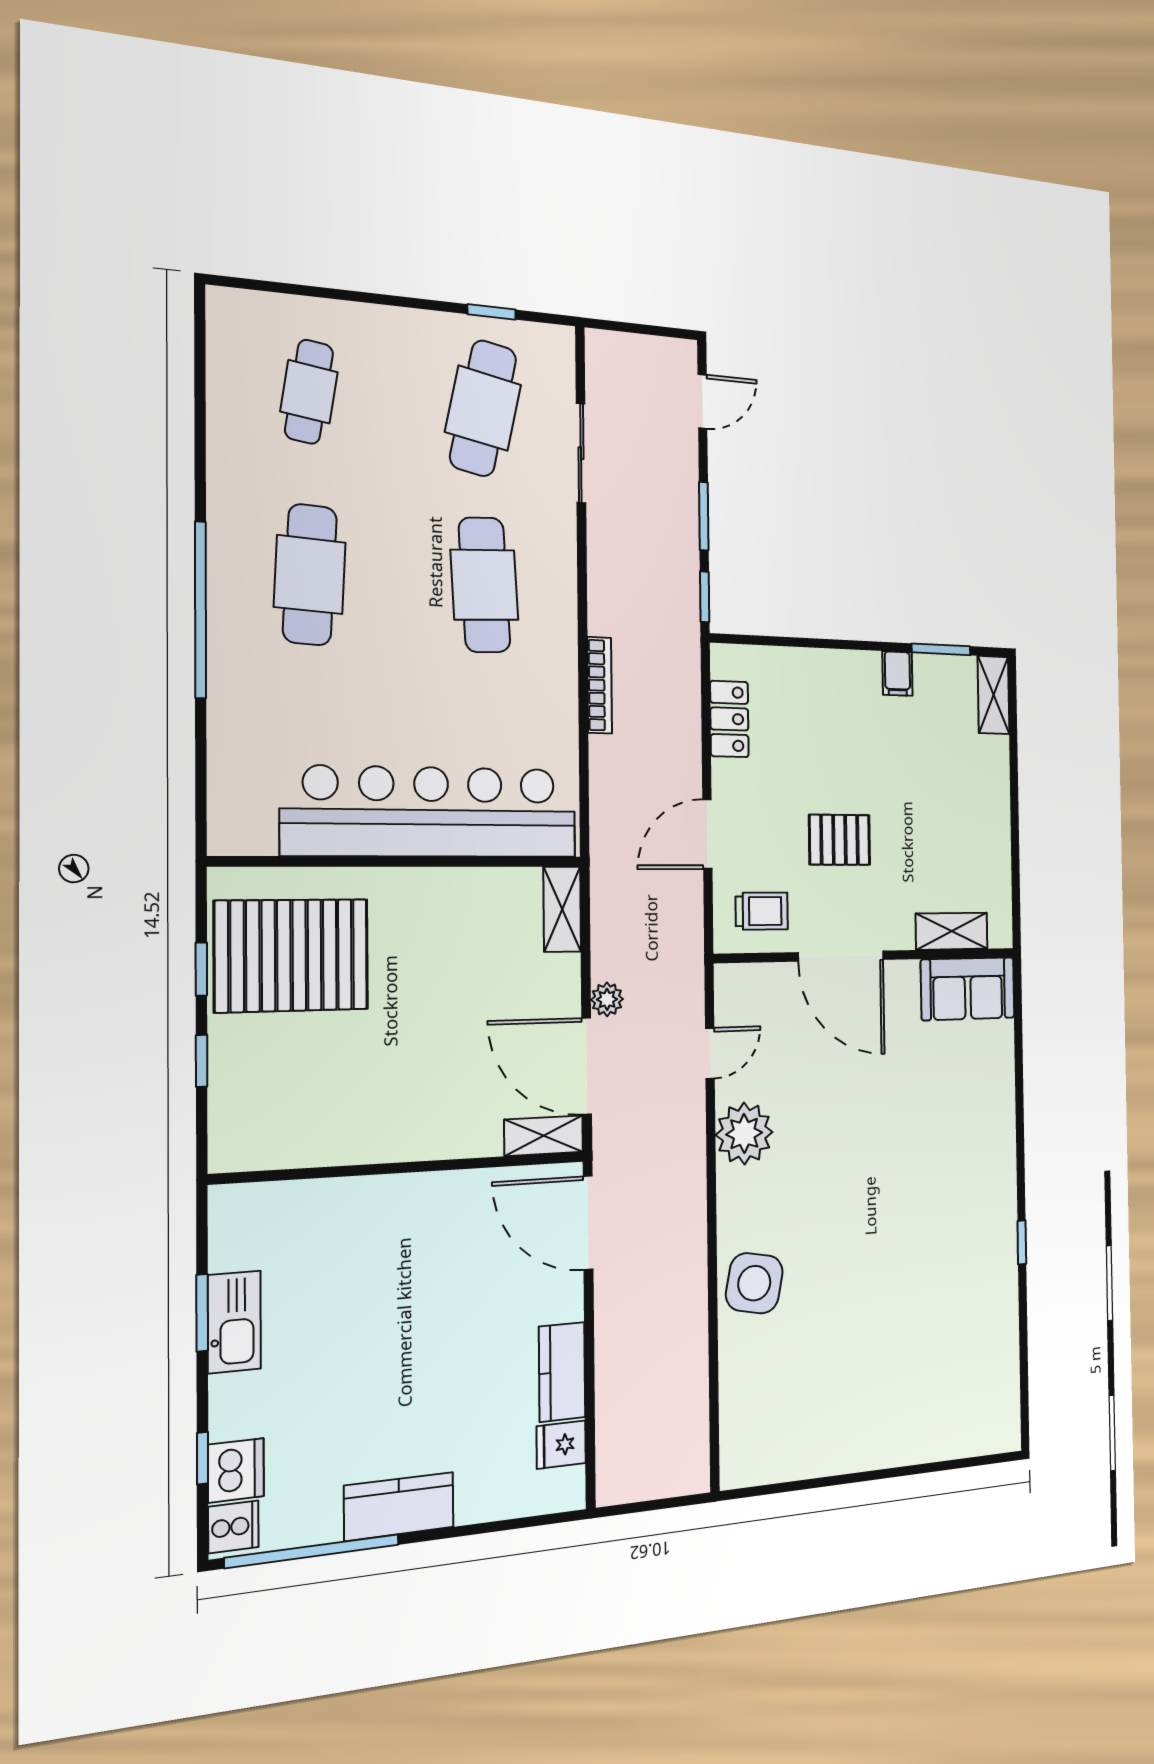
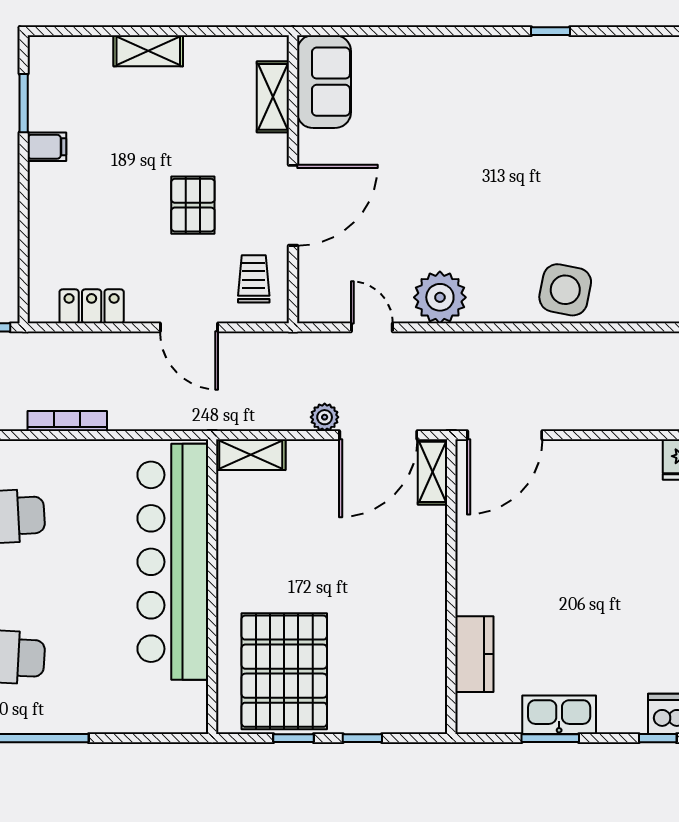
shelving: (993, 695) -> (148, 51), moved
kitchen counter: (562, 1372) -> (474, 654), moved, turned -90

